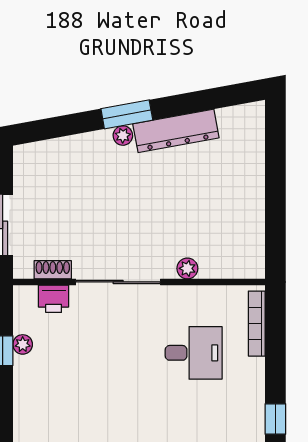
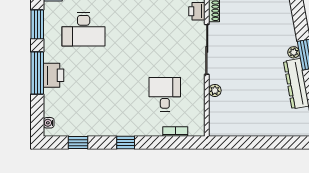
bookcase: (257, 324) -> (175, 132), width x0.64
desk: (194, 353) -> (165, 94), turned 180

